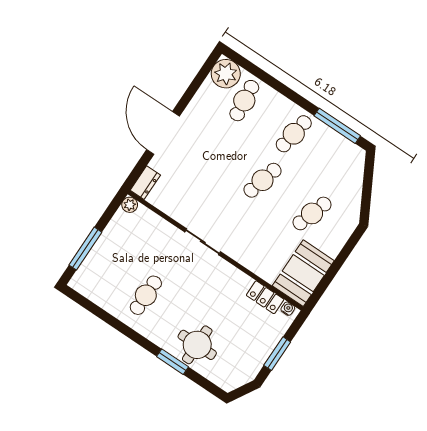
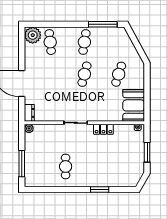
locker: (265, 297) -> (103, 129), moved
round table: (197, 345) -> (106, 174), removed

